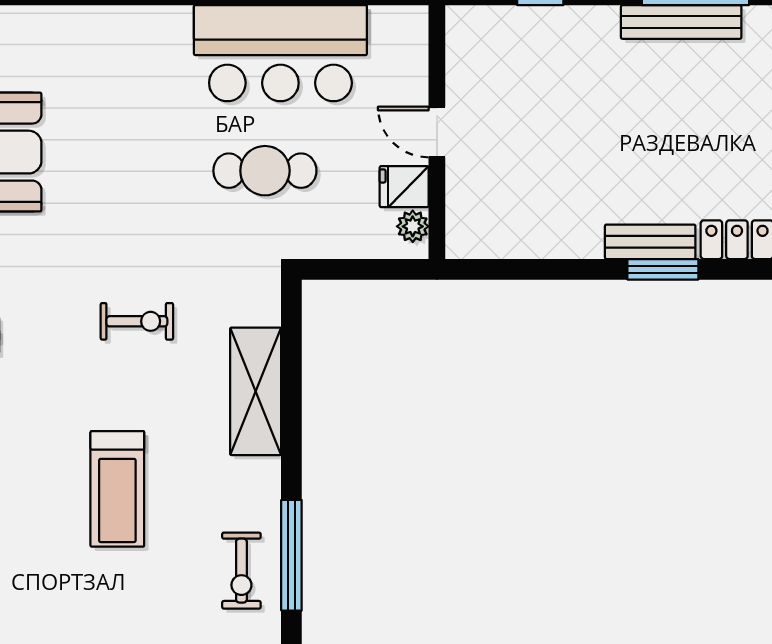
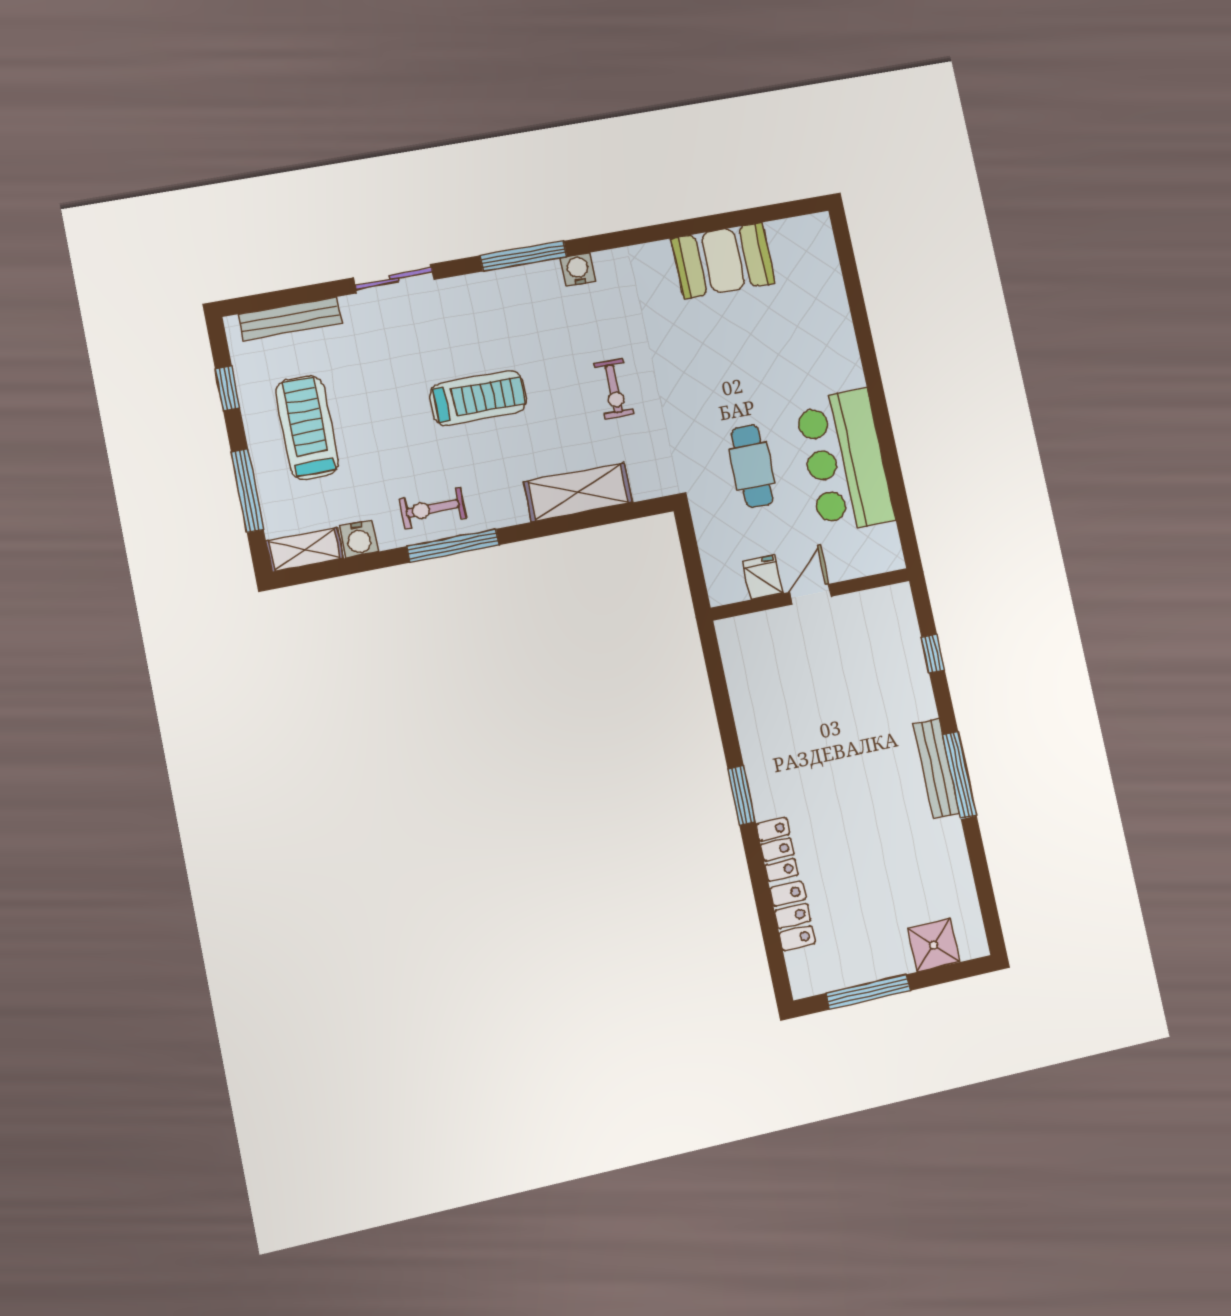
plant: (413, 226) -> (733, 590), removed
bench: (650, 242) -> (761, 781), removed
treadmill: (117, 489) -> (478, 398), turned 180

